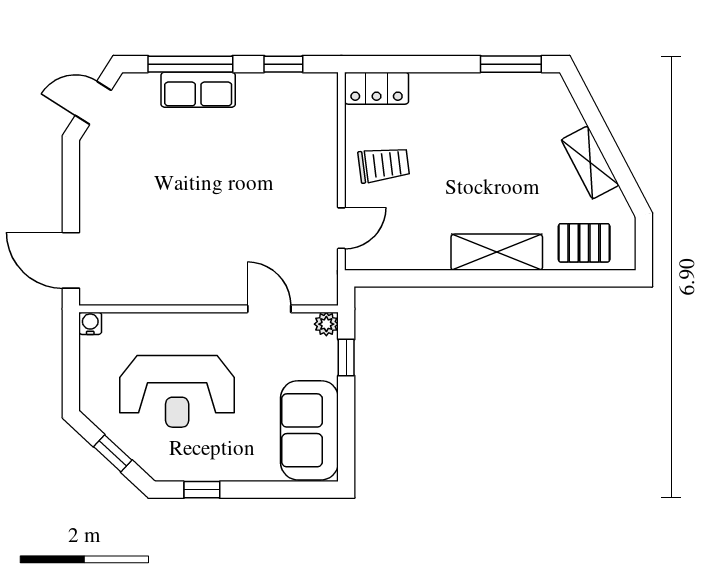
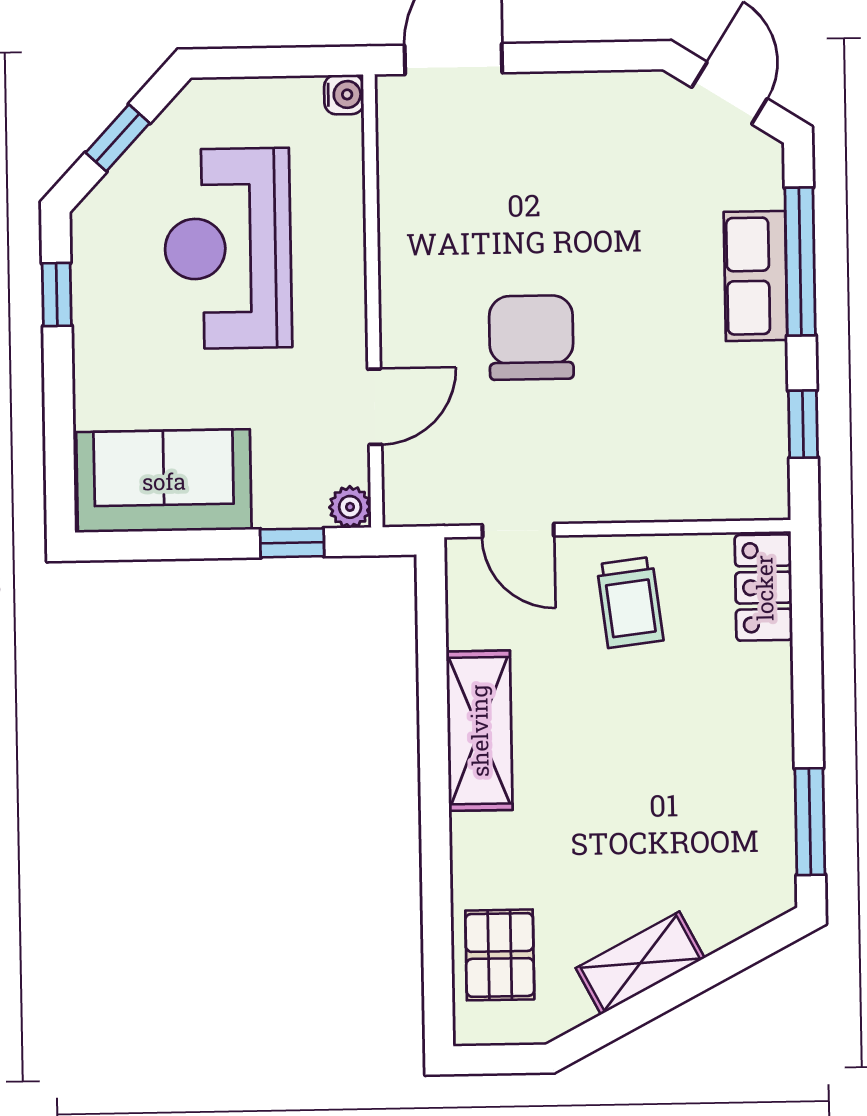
chair: (231, 219) -> (531, 338), added
shelving: (497, 252) -> (479, 731), moved

